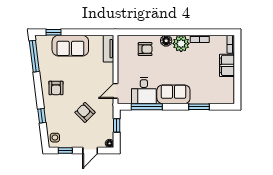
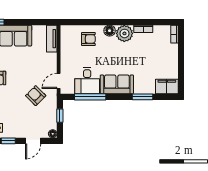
filing cabinet: (227, 65) -> (167, 87), moved, turned 90
armchair: (85, 112) -> (36, 96), moved

